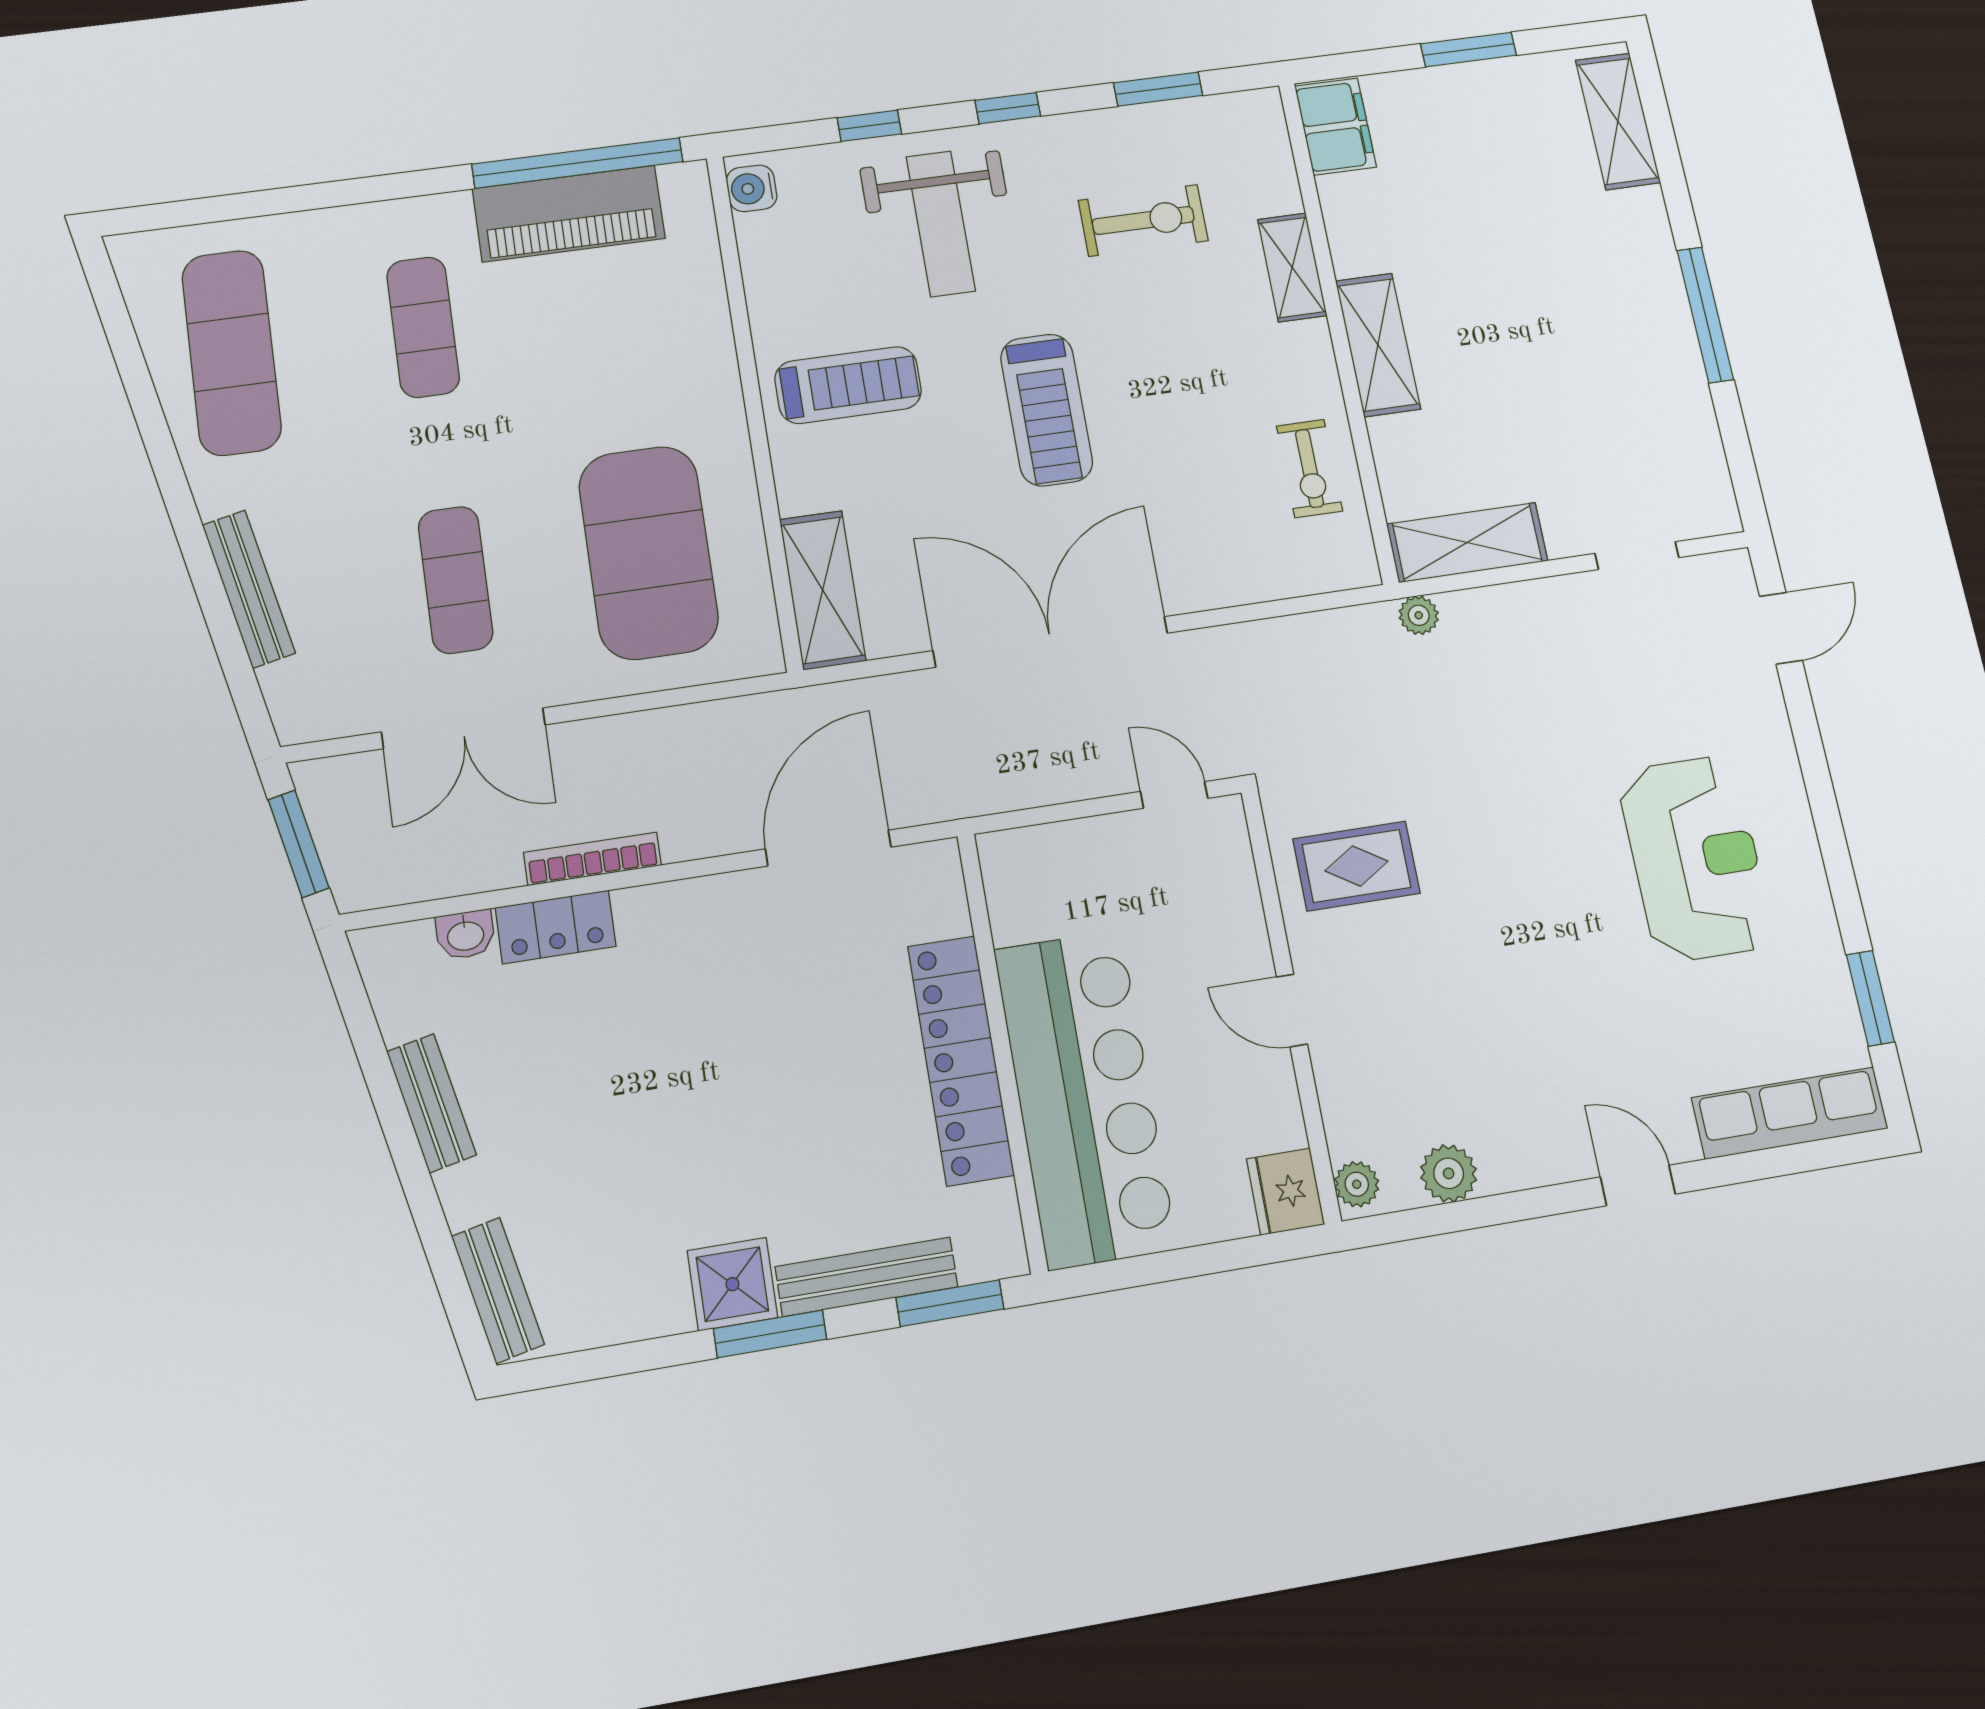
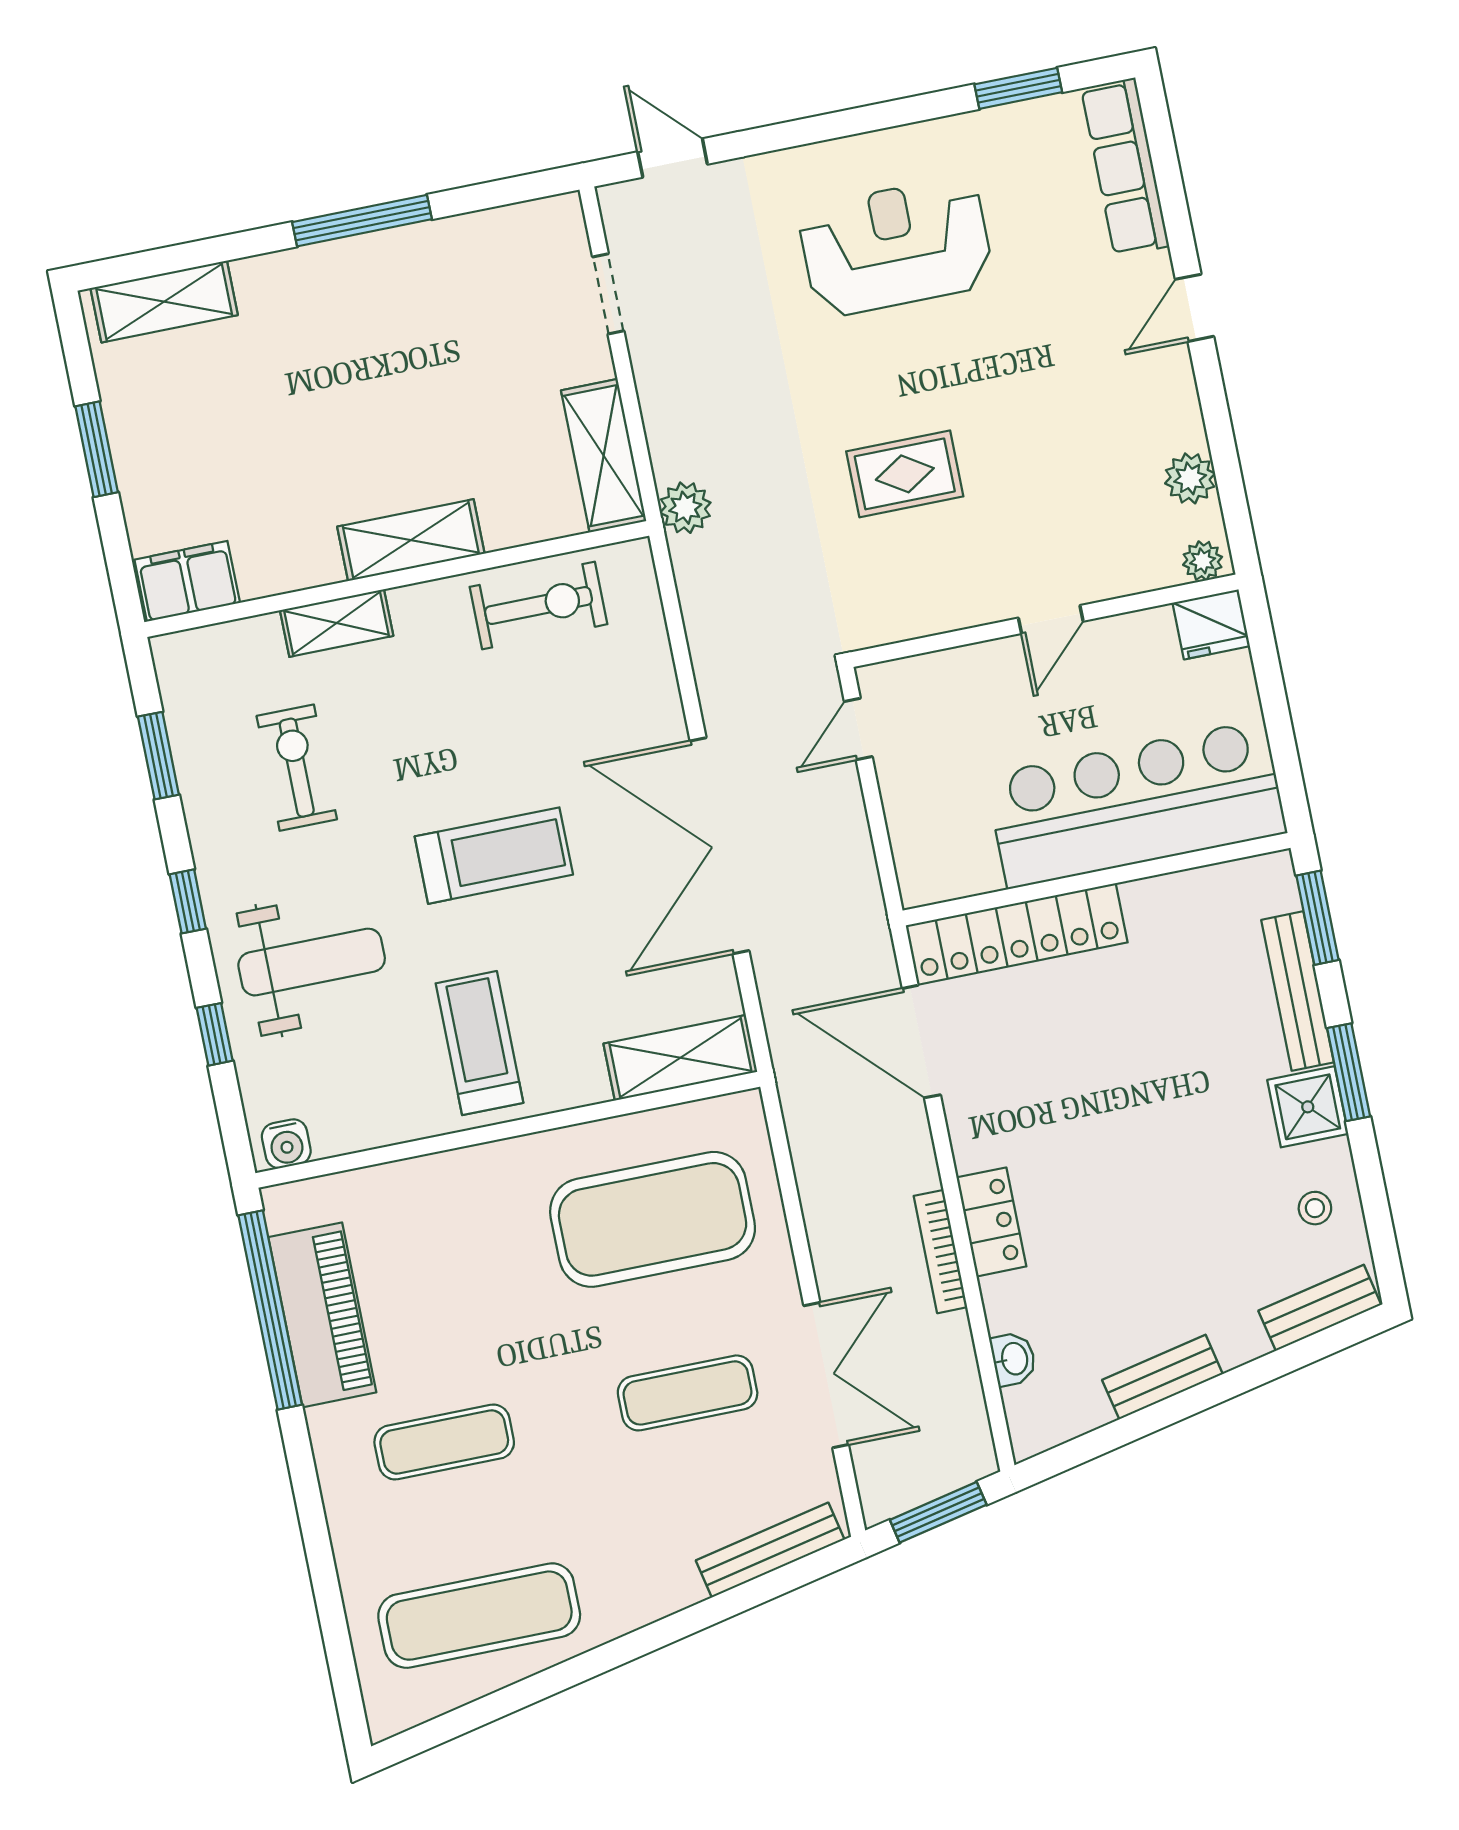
exercise bike: (1309, 468) -> (539, 606), width x1.38, depth x1.39
bench: (249, 589) -> (770, 1550), moved
plant: (1419, 615) -> (685, 508), width x1.38, depth x1.38
rug: (1356, 866) -> (905, 474), moved, turned 90
locker: (556, 927) -> (991, 1222), moved
locker: (961, 1060) -> (1017, 934), moved
stool: (614, 1288) -> (1315, 1208), added

